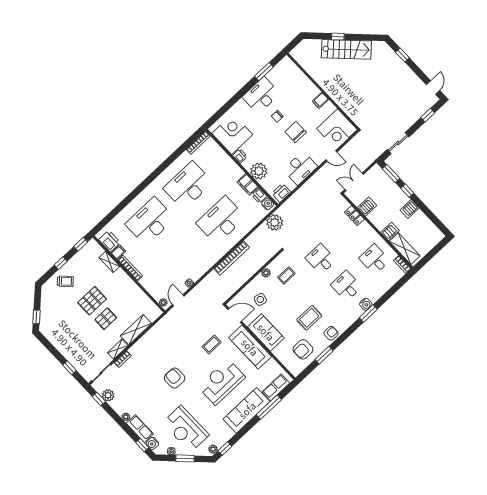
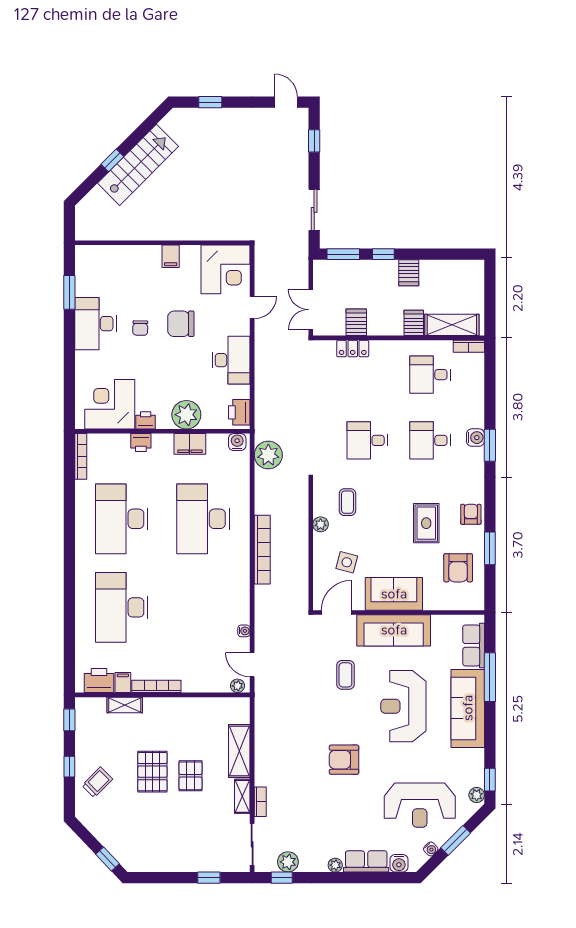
printer: (259, 196) -> (141, 443), moved
window: (142, 445) -> (389, 878), removed

